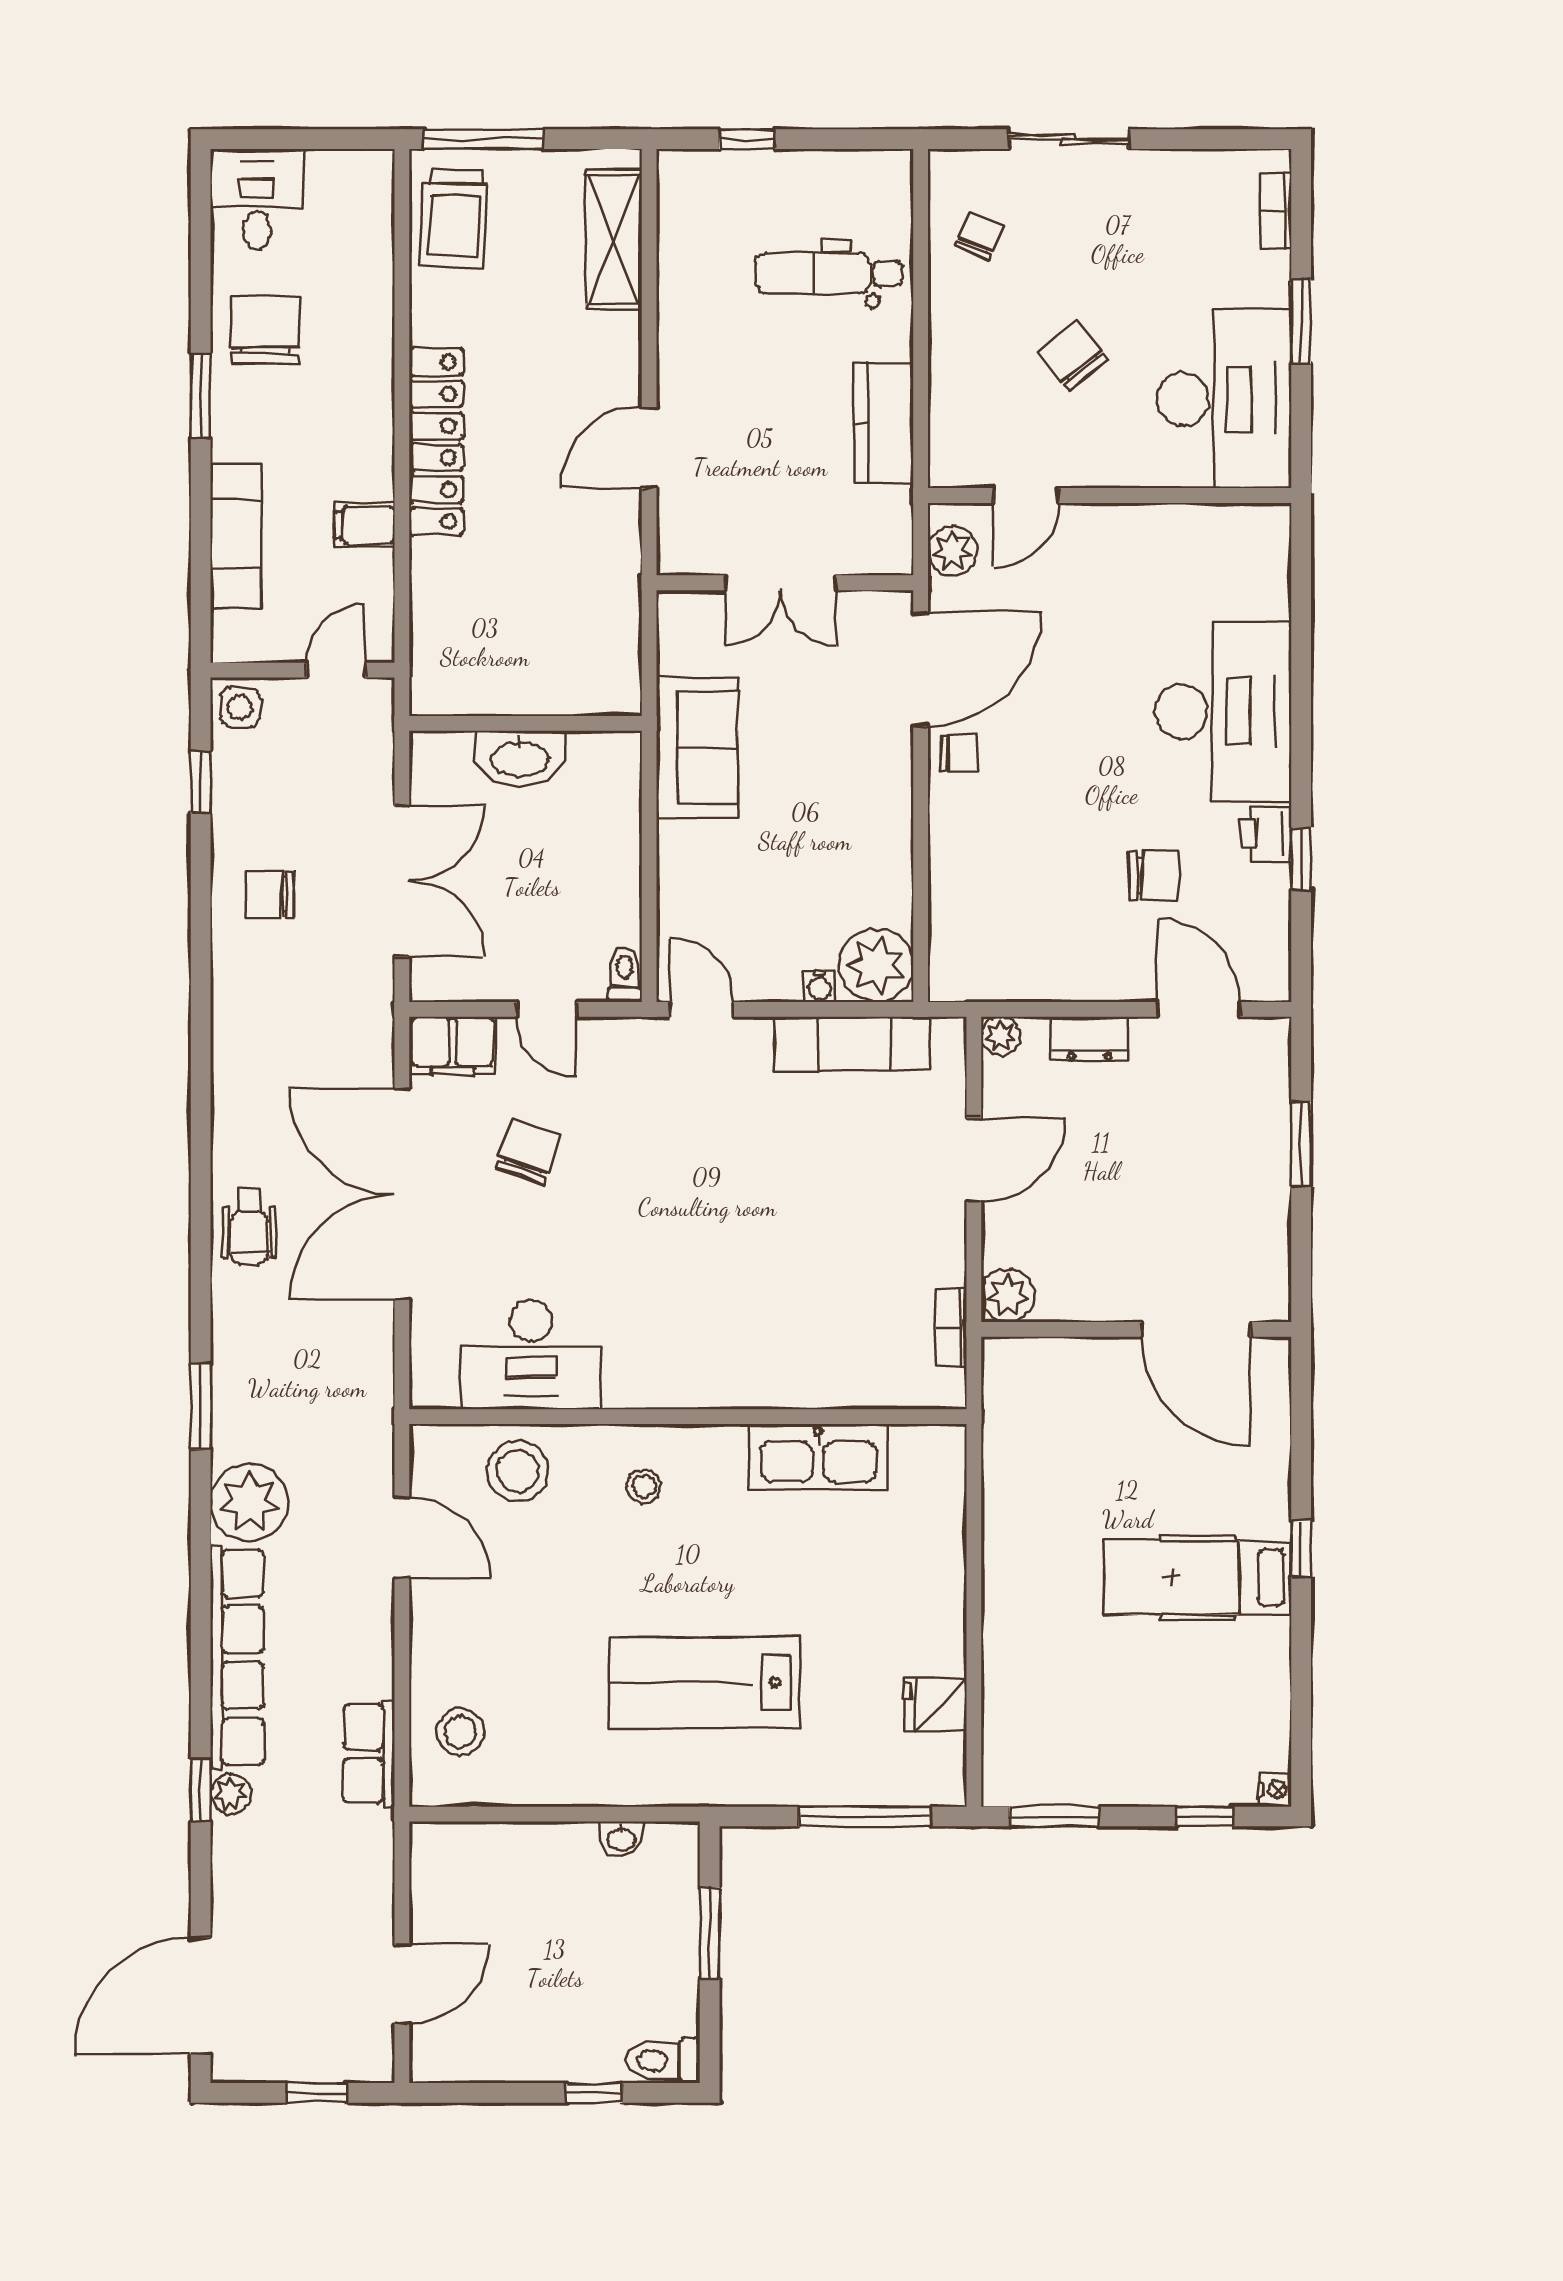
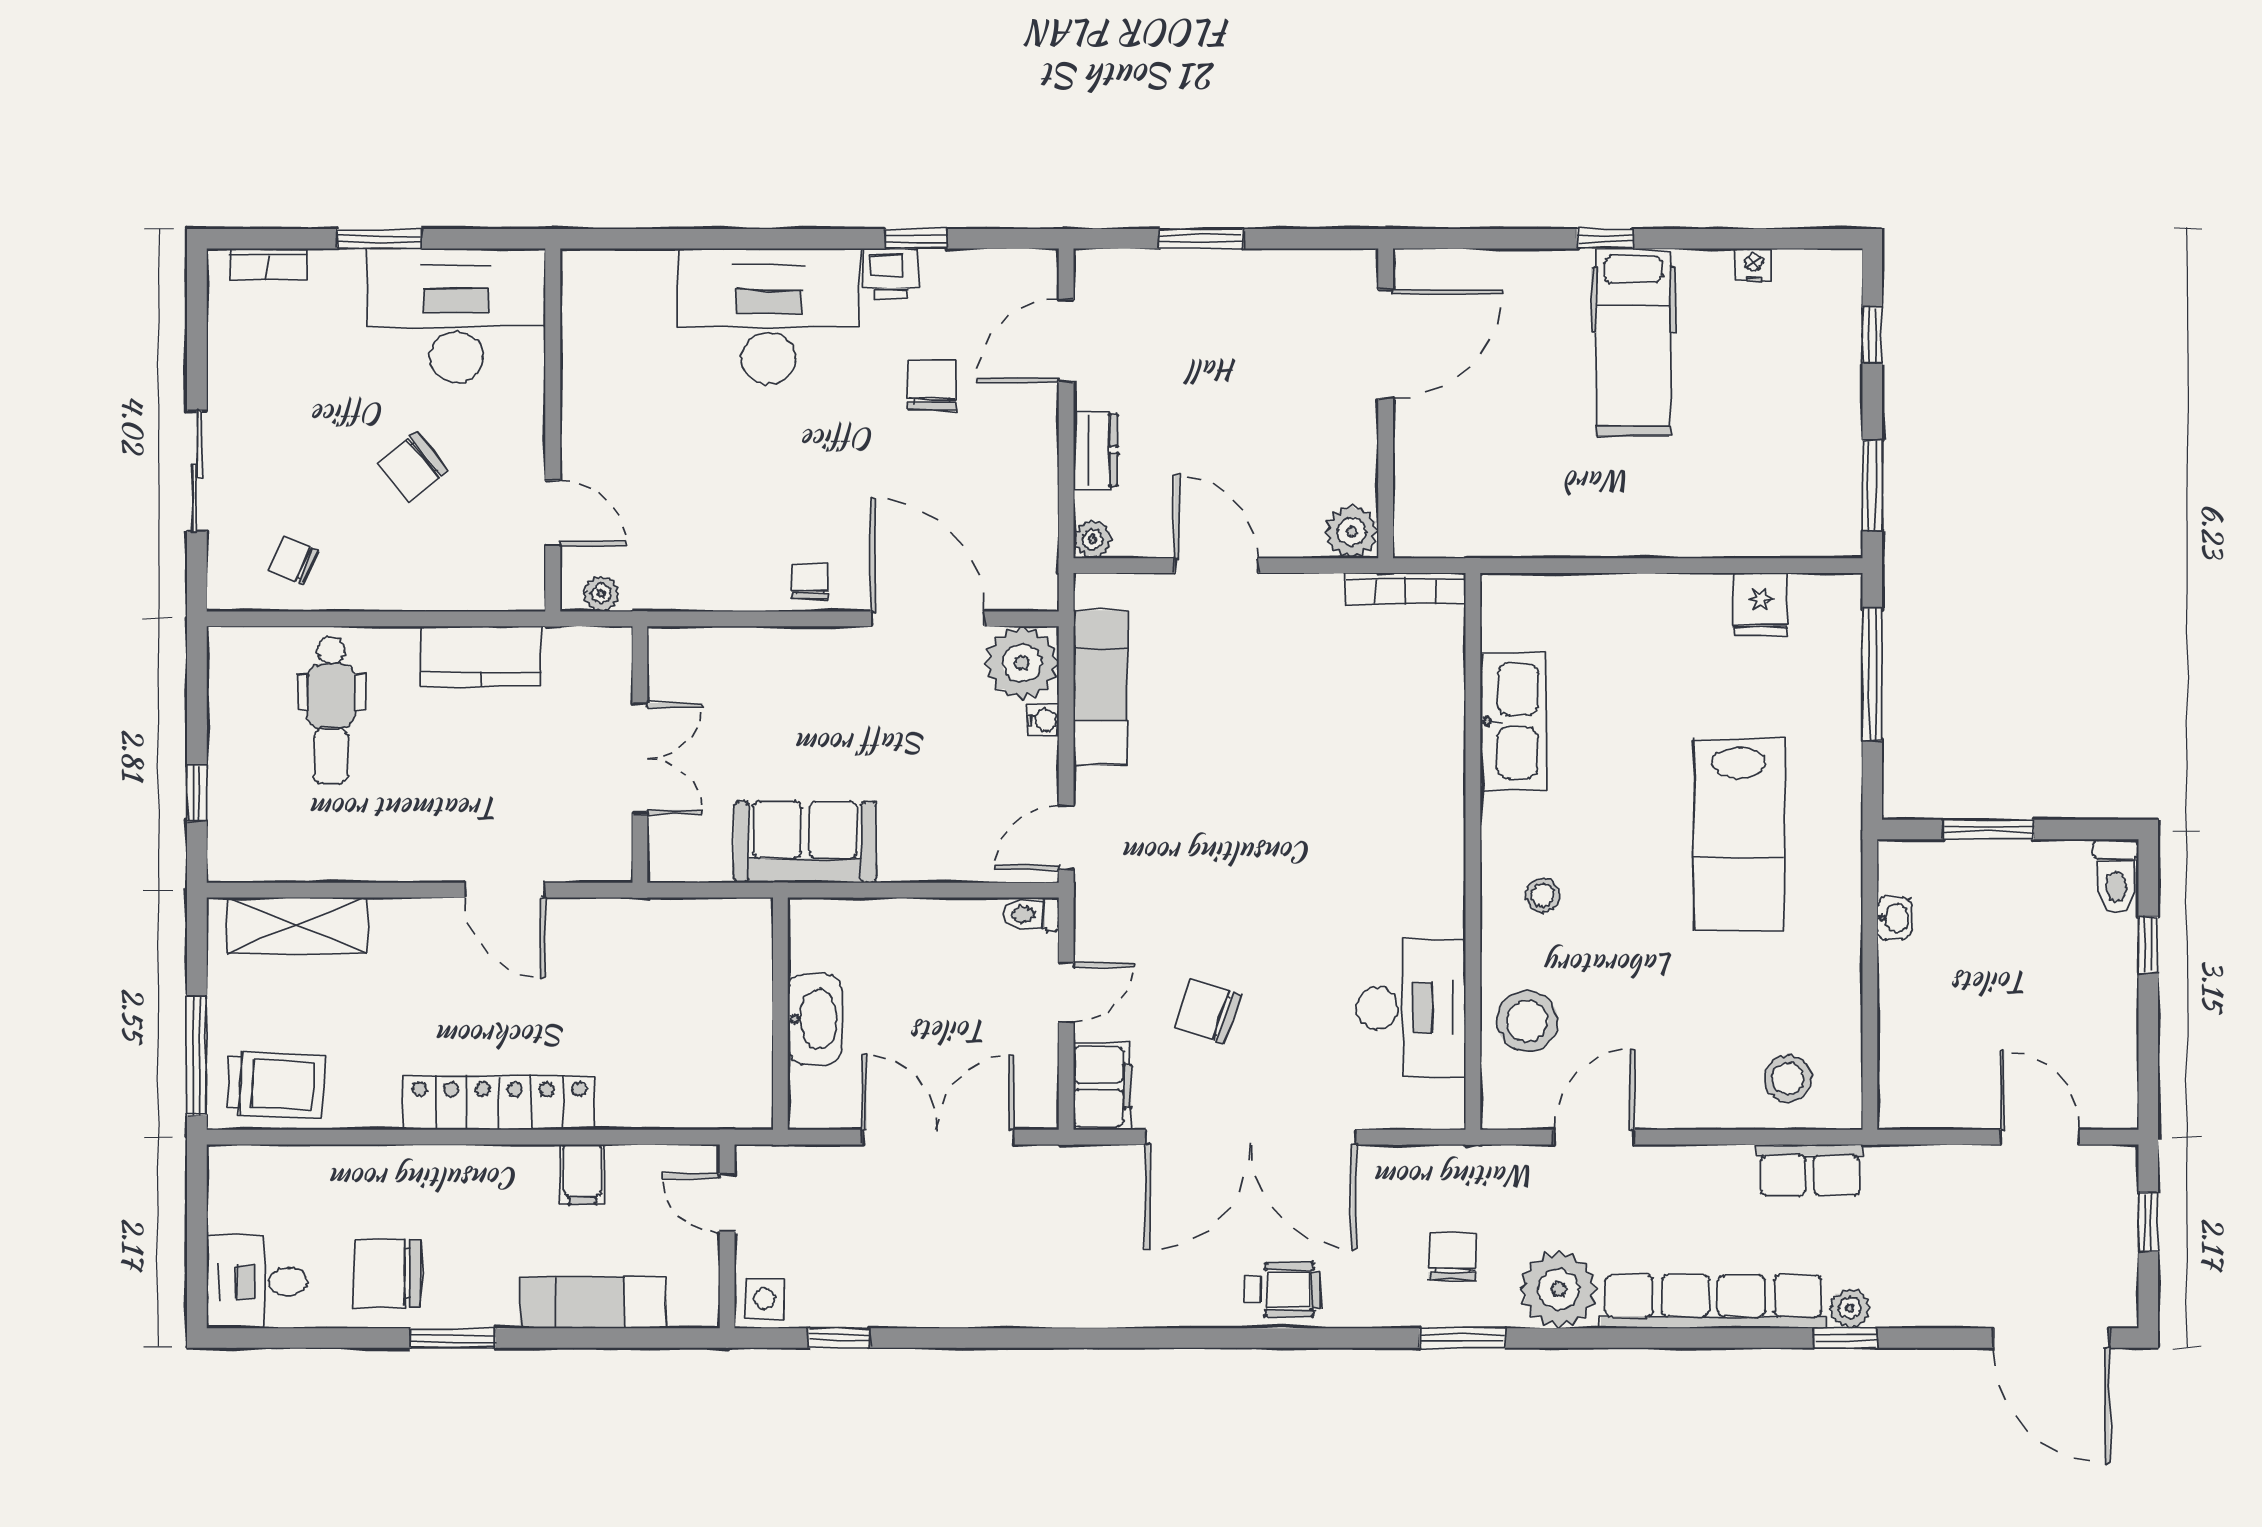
plant: (953, 551) -> (601, 594), width x0.73, depth x0.73
door: (921, 669) -> (928, 619), moved
chair: (270, 894) -> (1452, 1256), moved, turned 180
bookcase: (951, 1327) -> (1405, 588), width x1.56
nightstand: (1275, 1790) -> (1754, 265), moved

